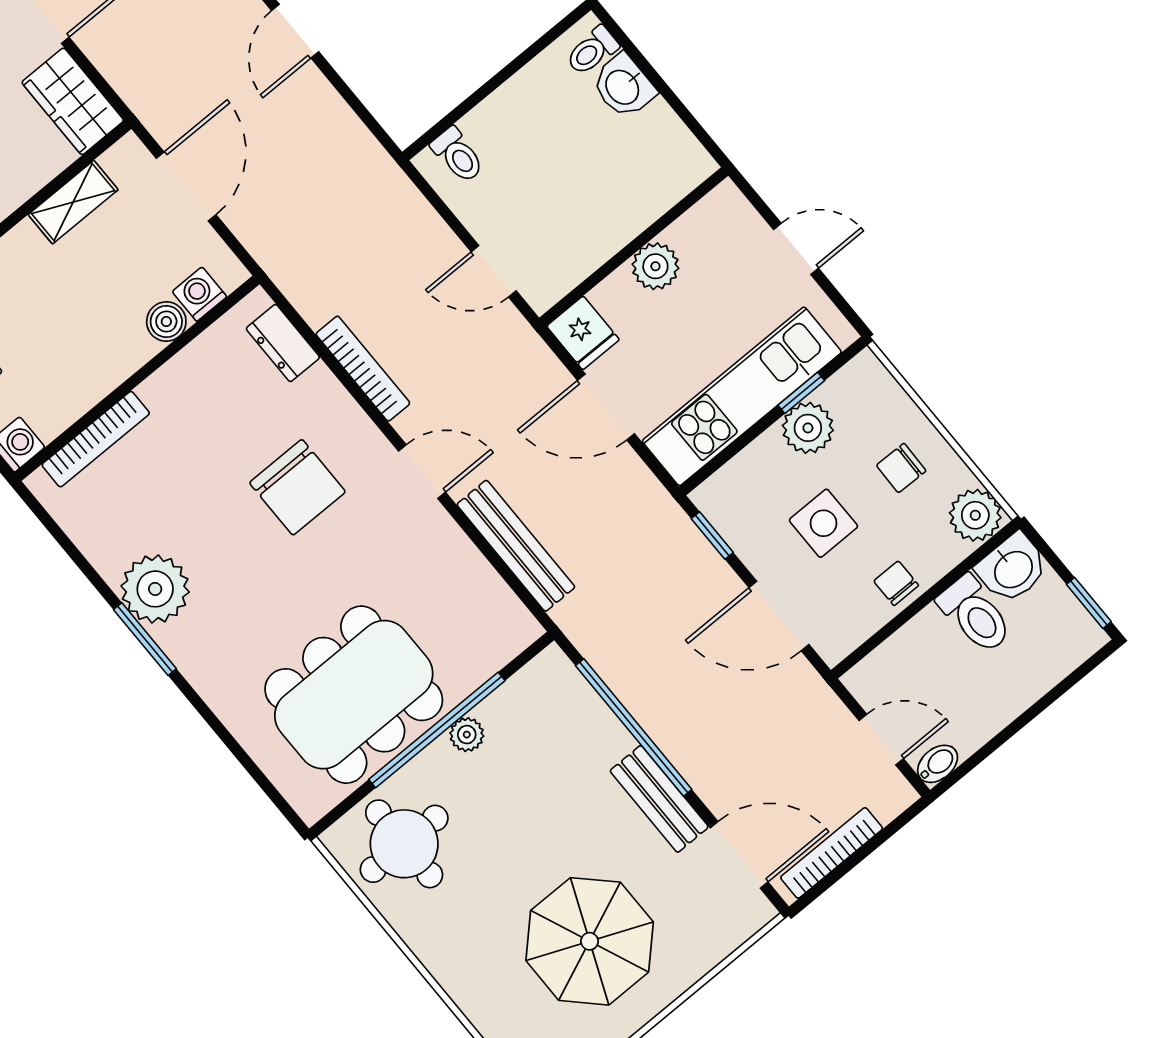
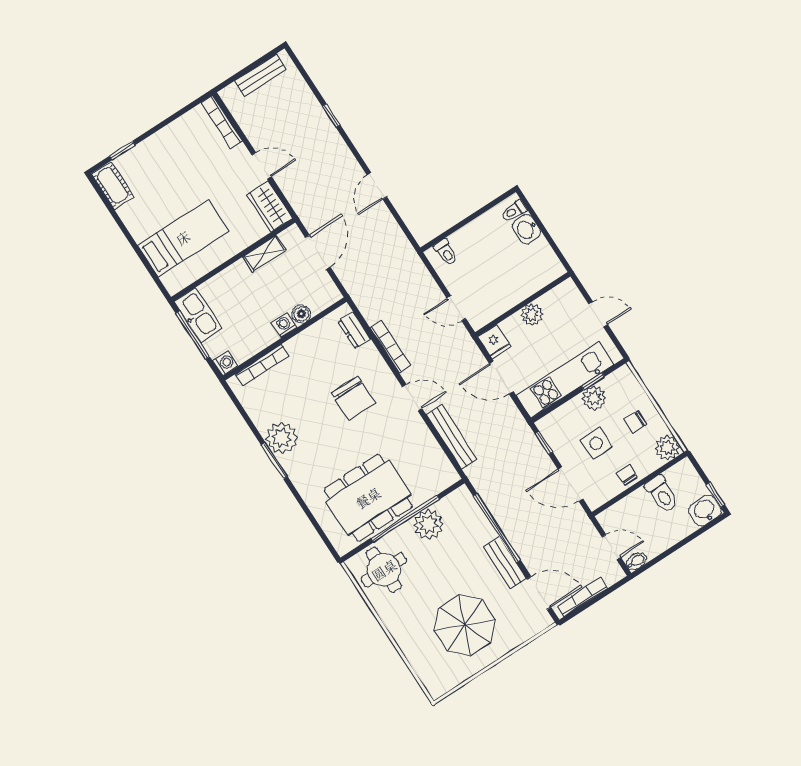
washing machine: (199, 294) -> (284, 325), moved
washbasin: (1012, 568) -> (705, 510), moved, turned 180
plant: (467, 735) -> (429, 524), width x1.88, depth x1.88

